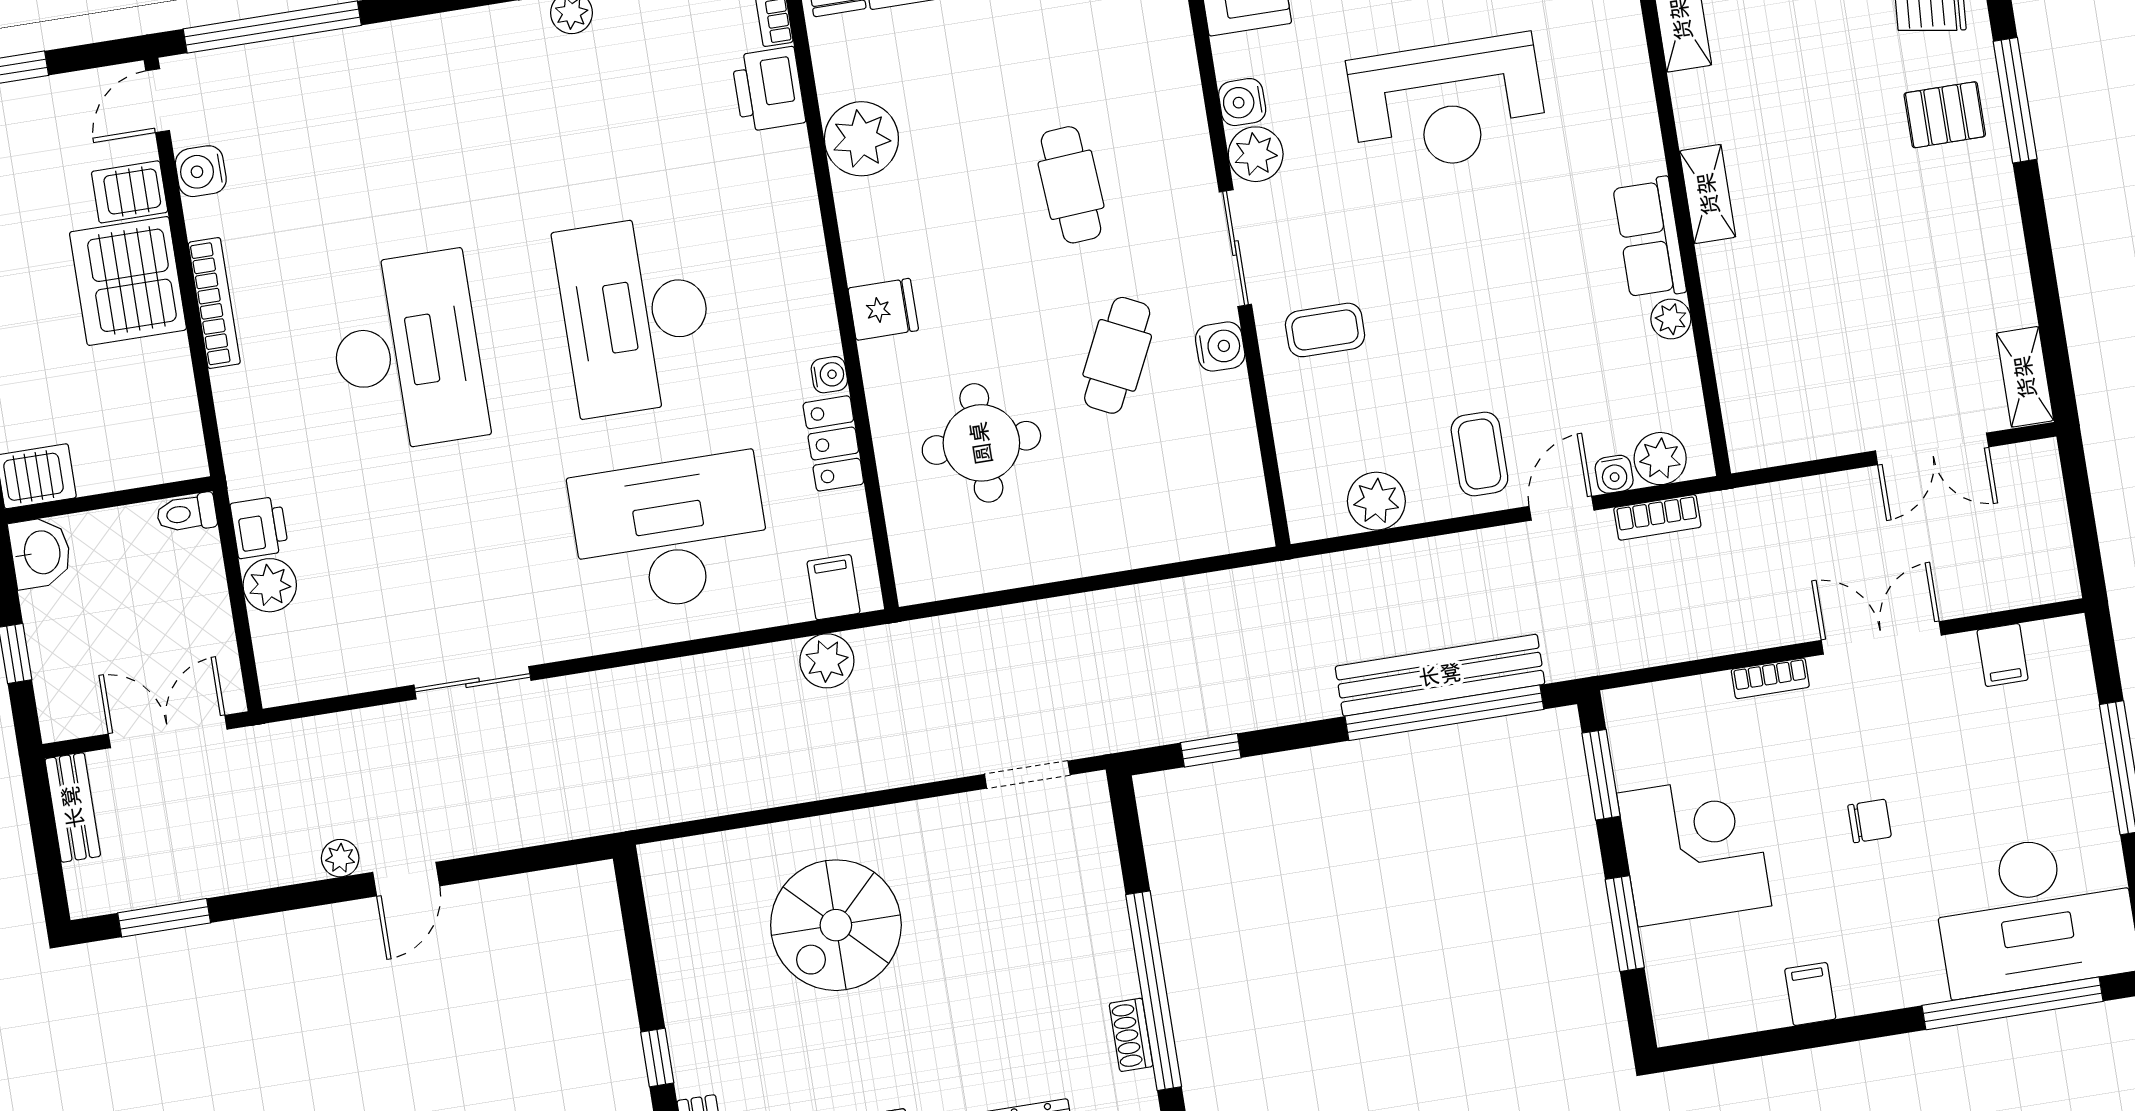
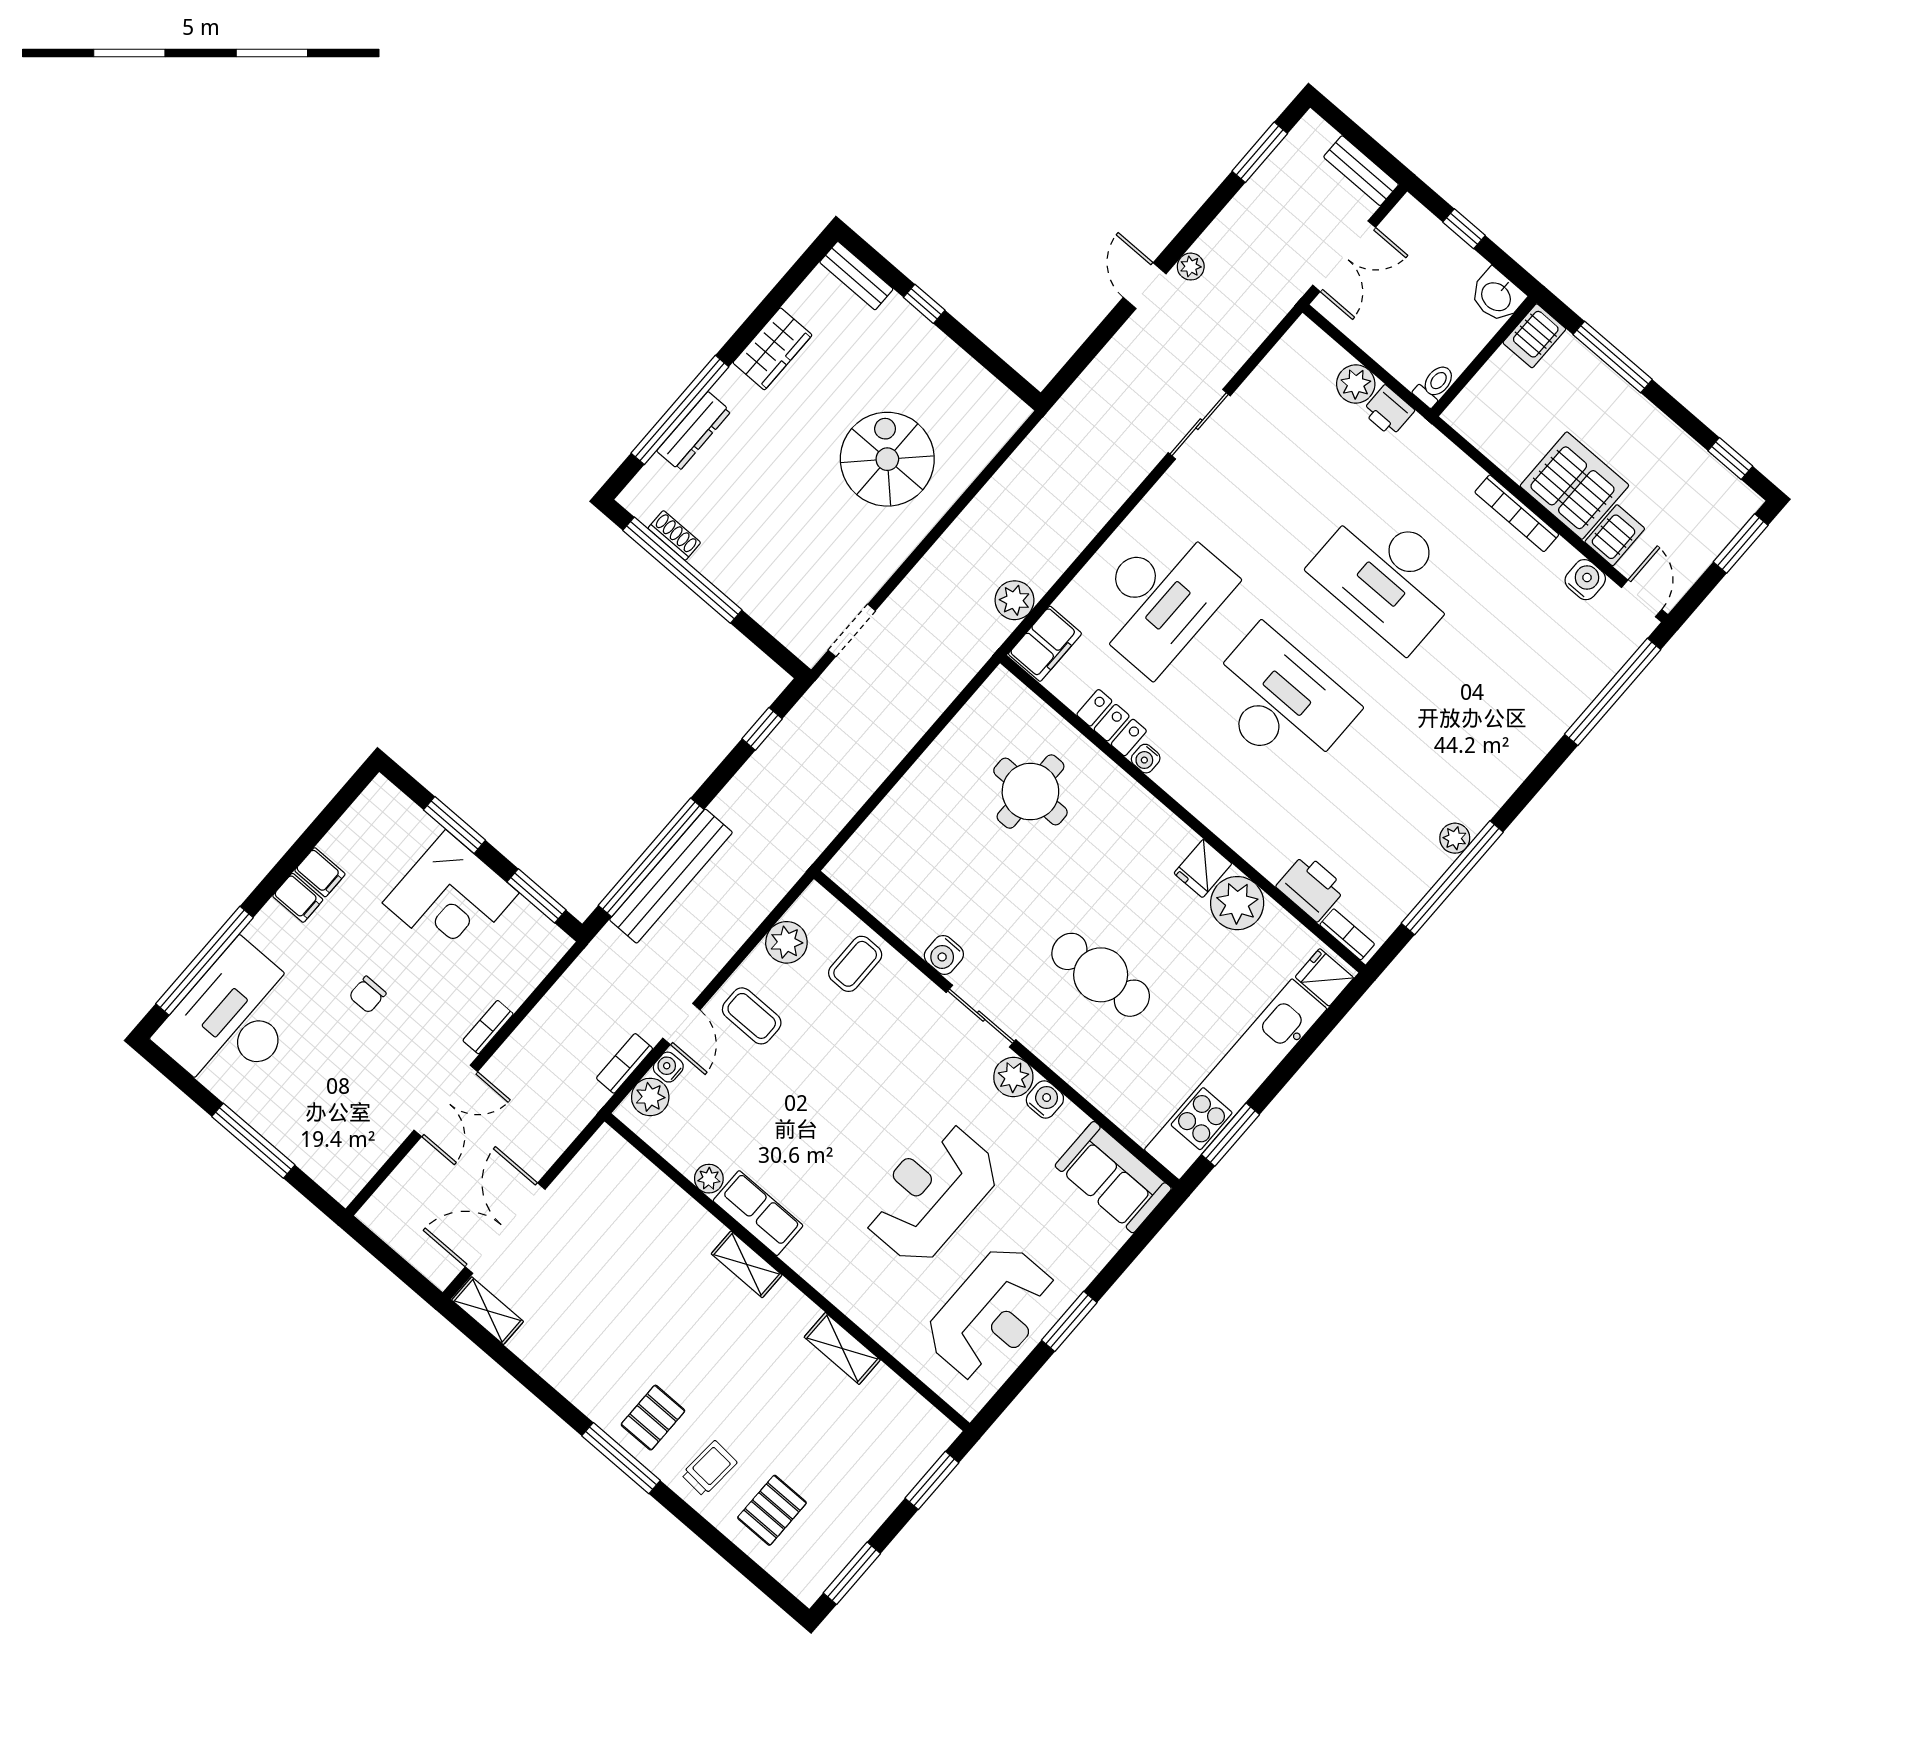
cafe table: (1071, 185) -> (1101, 975), width x1.37, depth x1.35
fridge: (883, 309) -> (1203, 868), moved
coffee table: (1325, 330) -> (855, 964), moved
cafe table: (1117, 355) -> (996, 902), removed
double door: (1932, 449) -> (505, 1228), width x1.37
filing cabinet: (833, 587) -> (1045, 644), width x2.00
filing cabinet: (2003, 655) -> (298, 898), moved, turned 180

